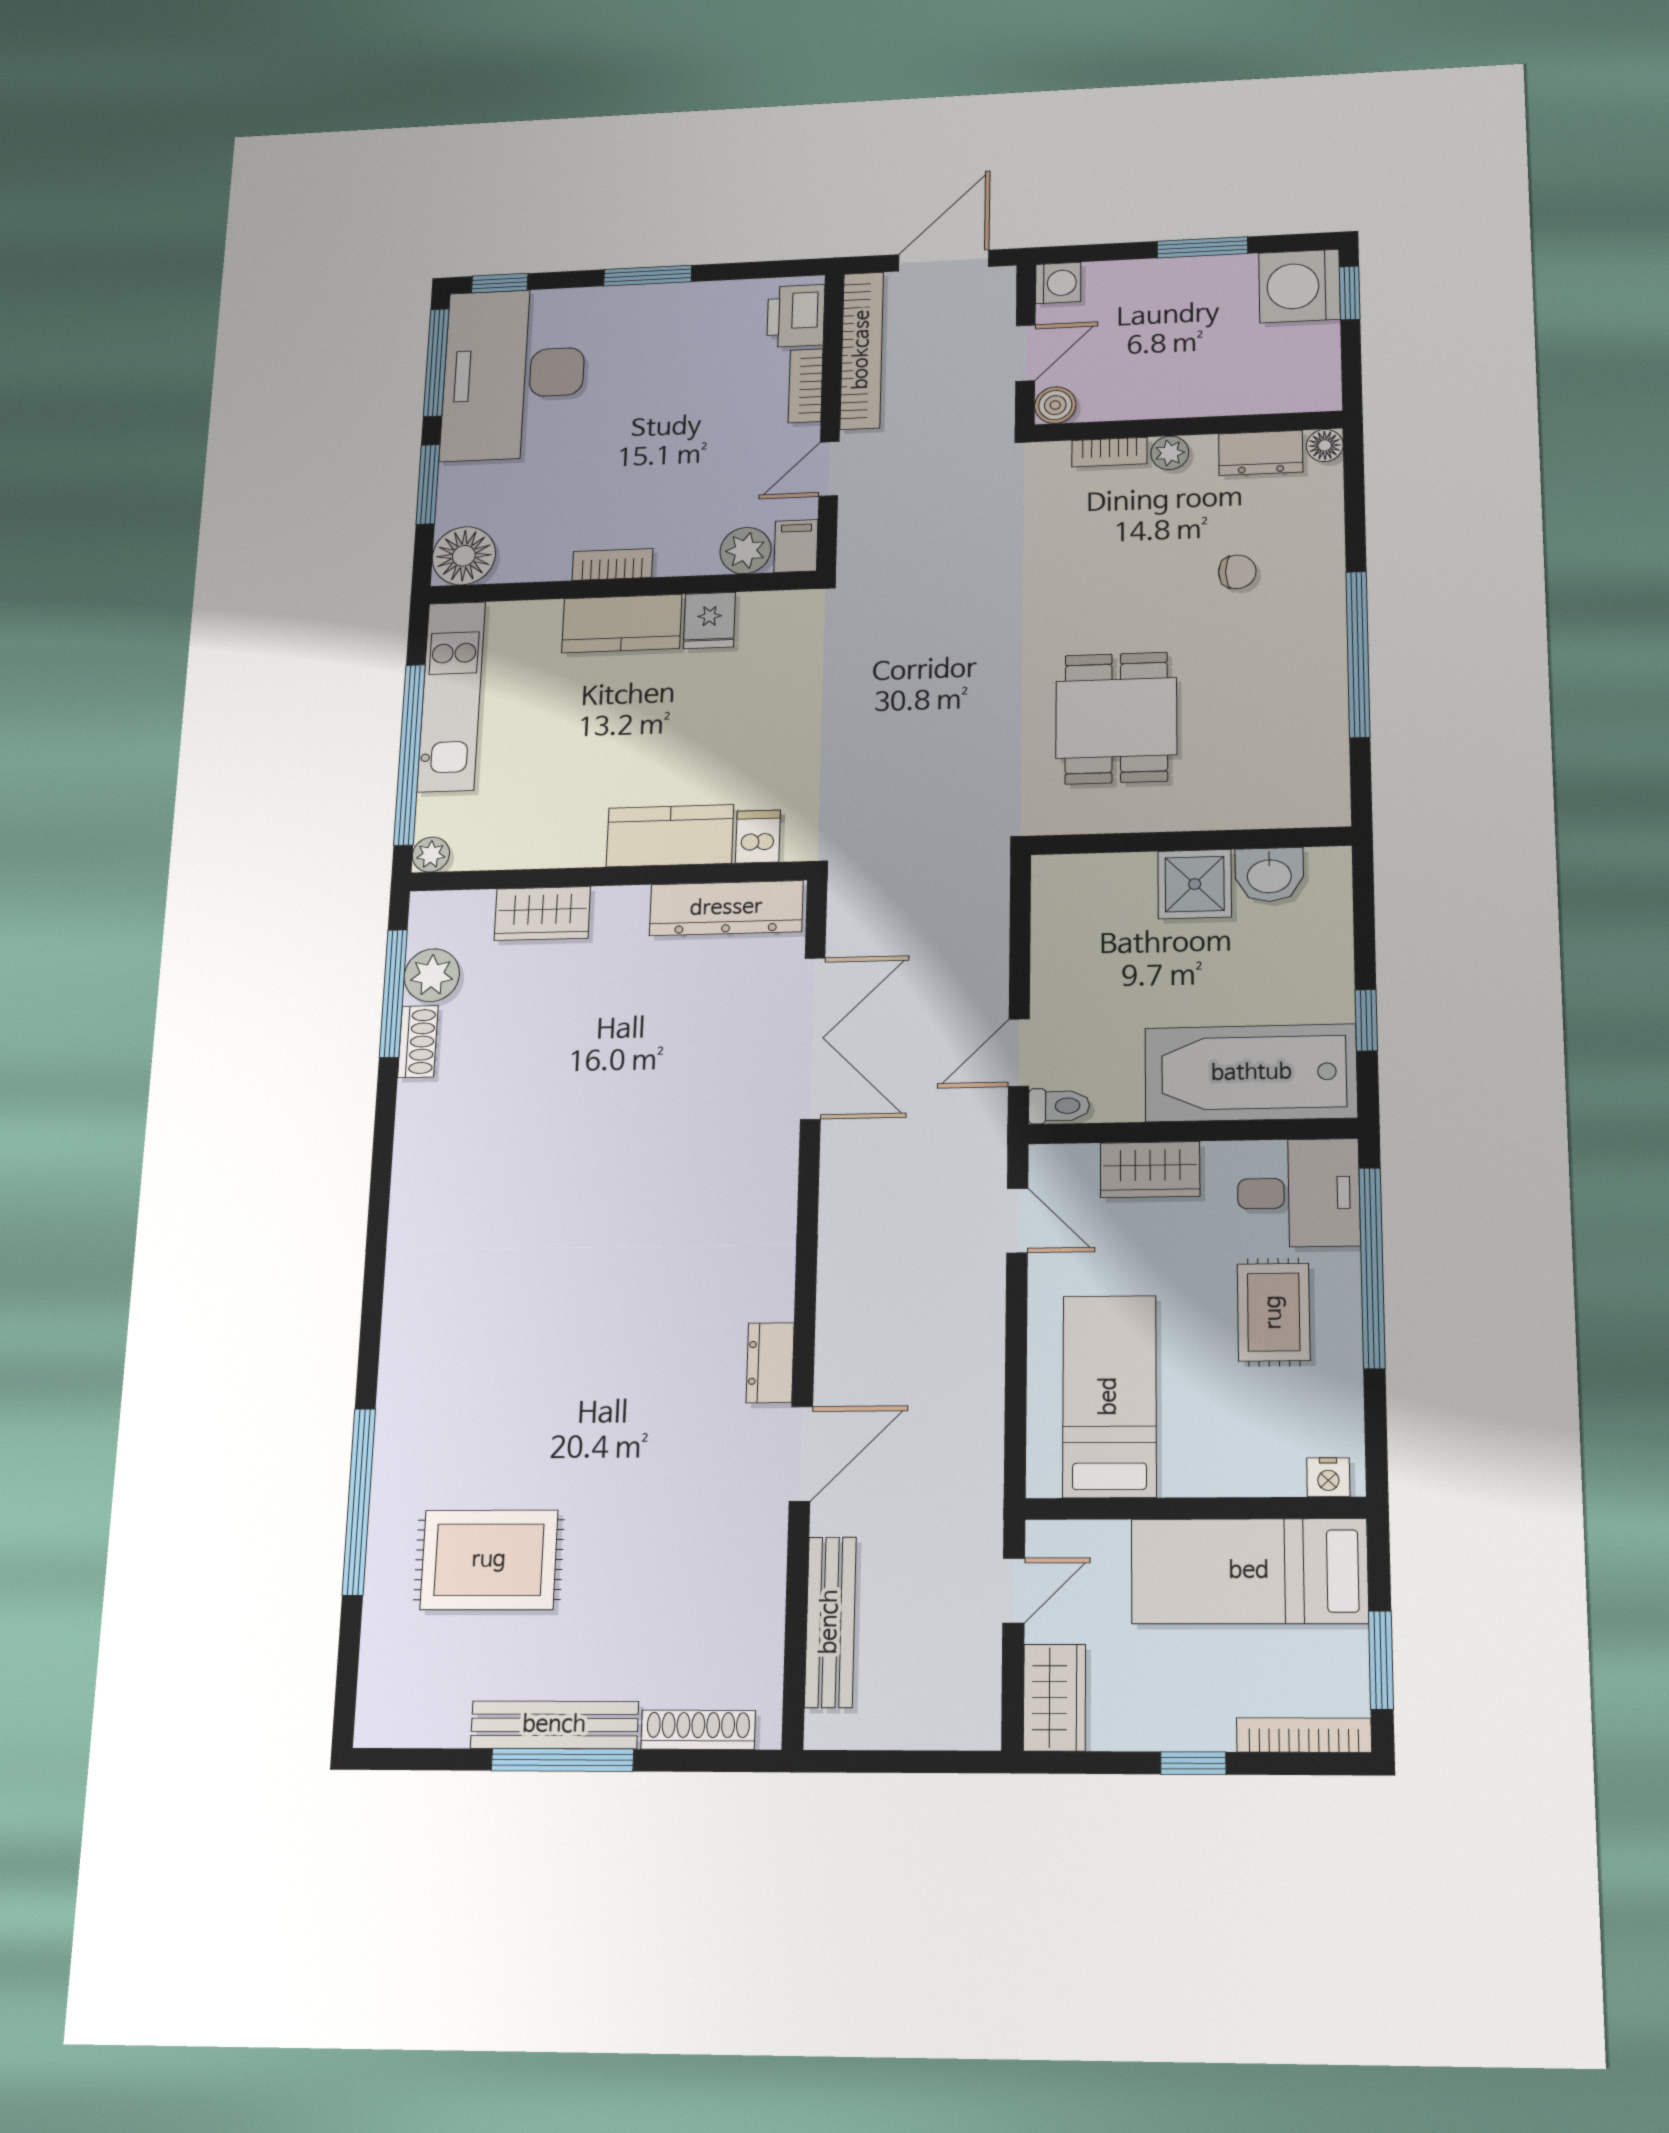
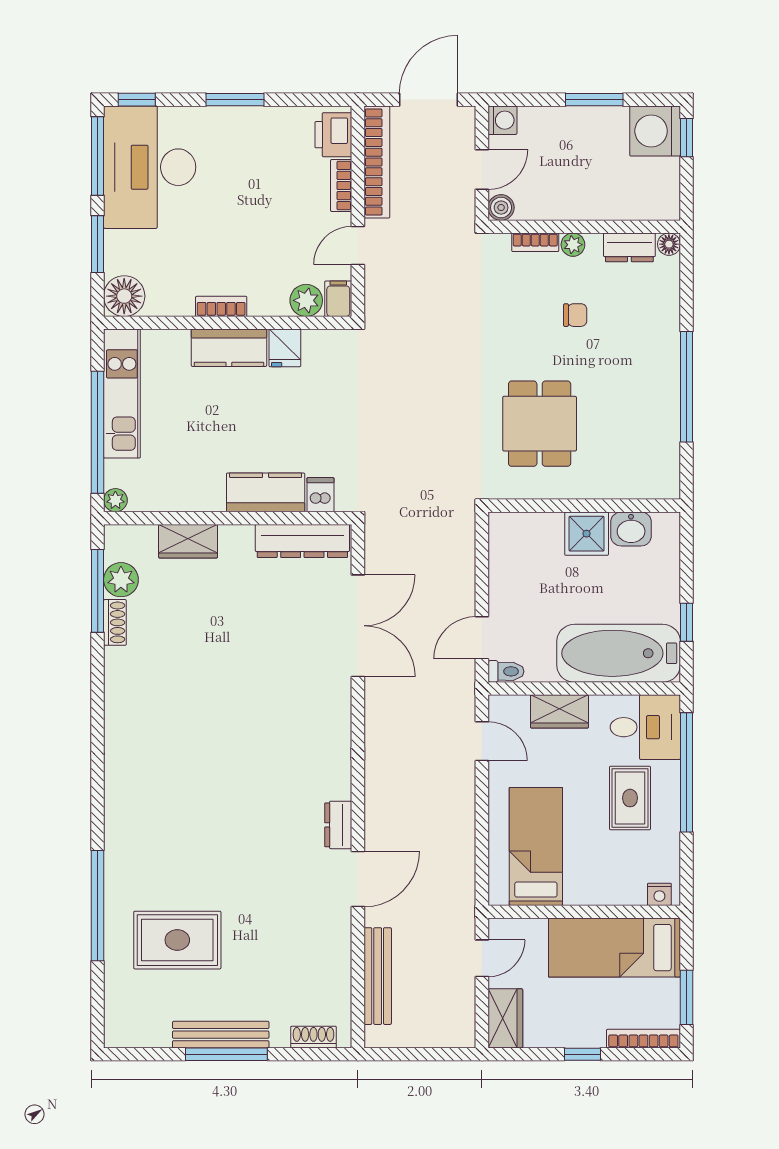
chair: (1237, 572) -> (575, 315), moved
shoe rack: (698, 1730) -> (313, 1037), width x0.70

